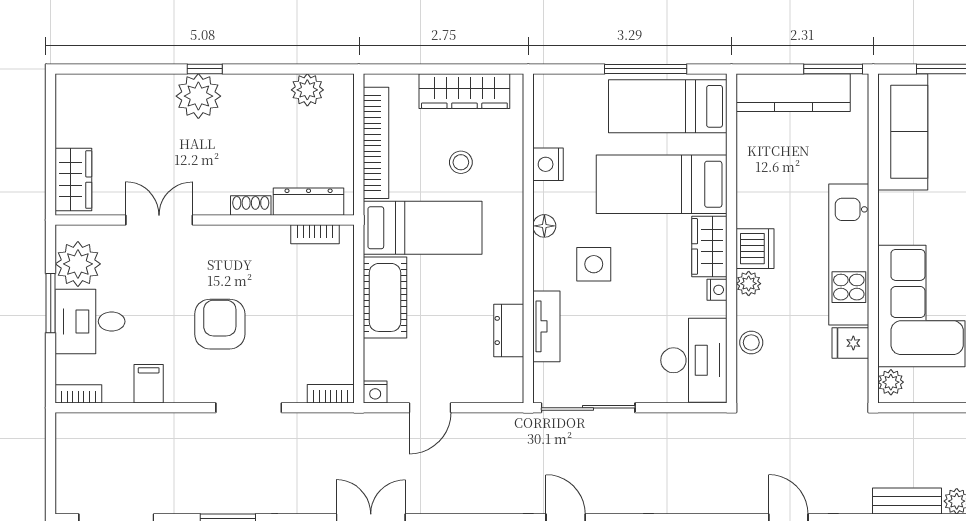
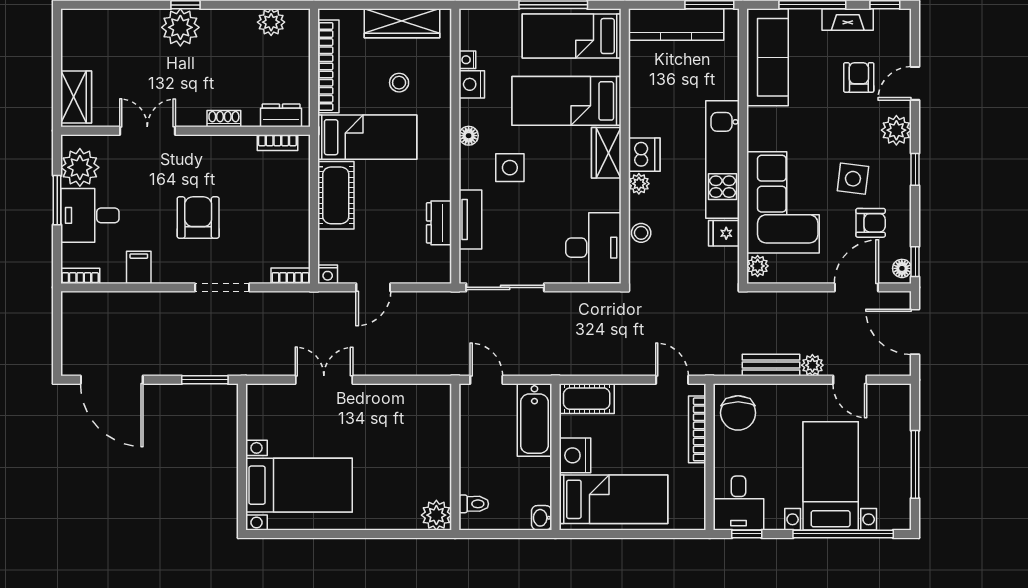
dresser: (309, 202) -> (281, 115), width x0.70
nightstand: (717, 290) -> (467, 60), moved, turned 180

